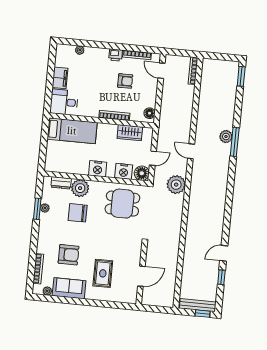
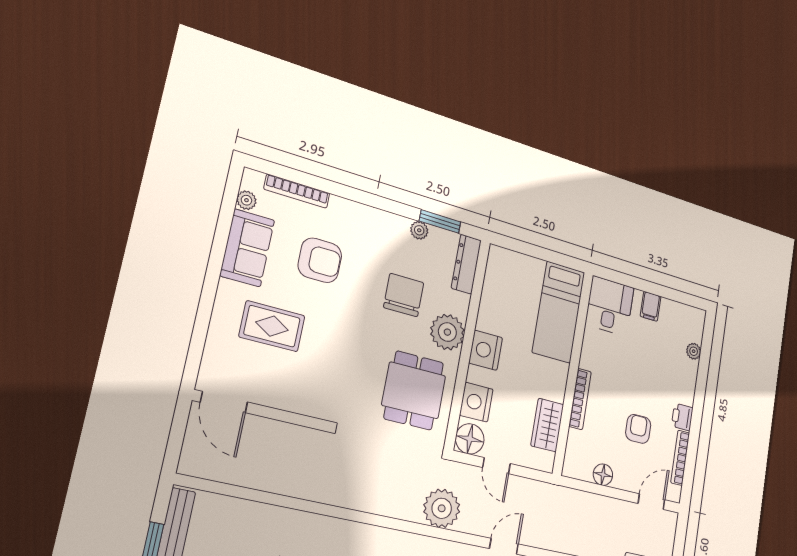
filing cabinet: (60, 78) -> (651, 306), width x0.50
armchair: (125, 81) -> (638, 429), turned 180
floor lamp: (149, 113) -> (603, 475), moved
dresser: (61, 183) -> (466, 264), width x1.44
plant: (80, 188) -> (447, 332), moved
window: (37, 209) -> (440, 221), moved
armchair: (69, 255) -> (320, 260), turned -90
door: (141, 276) -> (224, 402), moved

